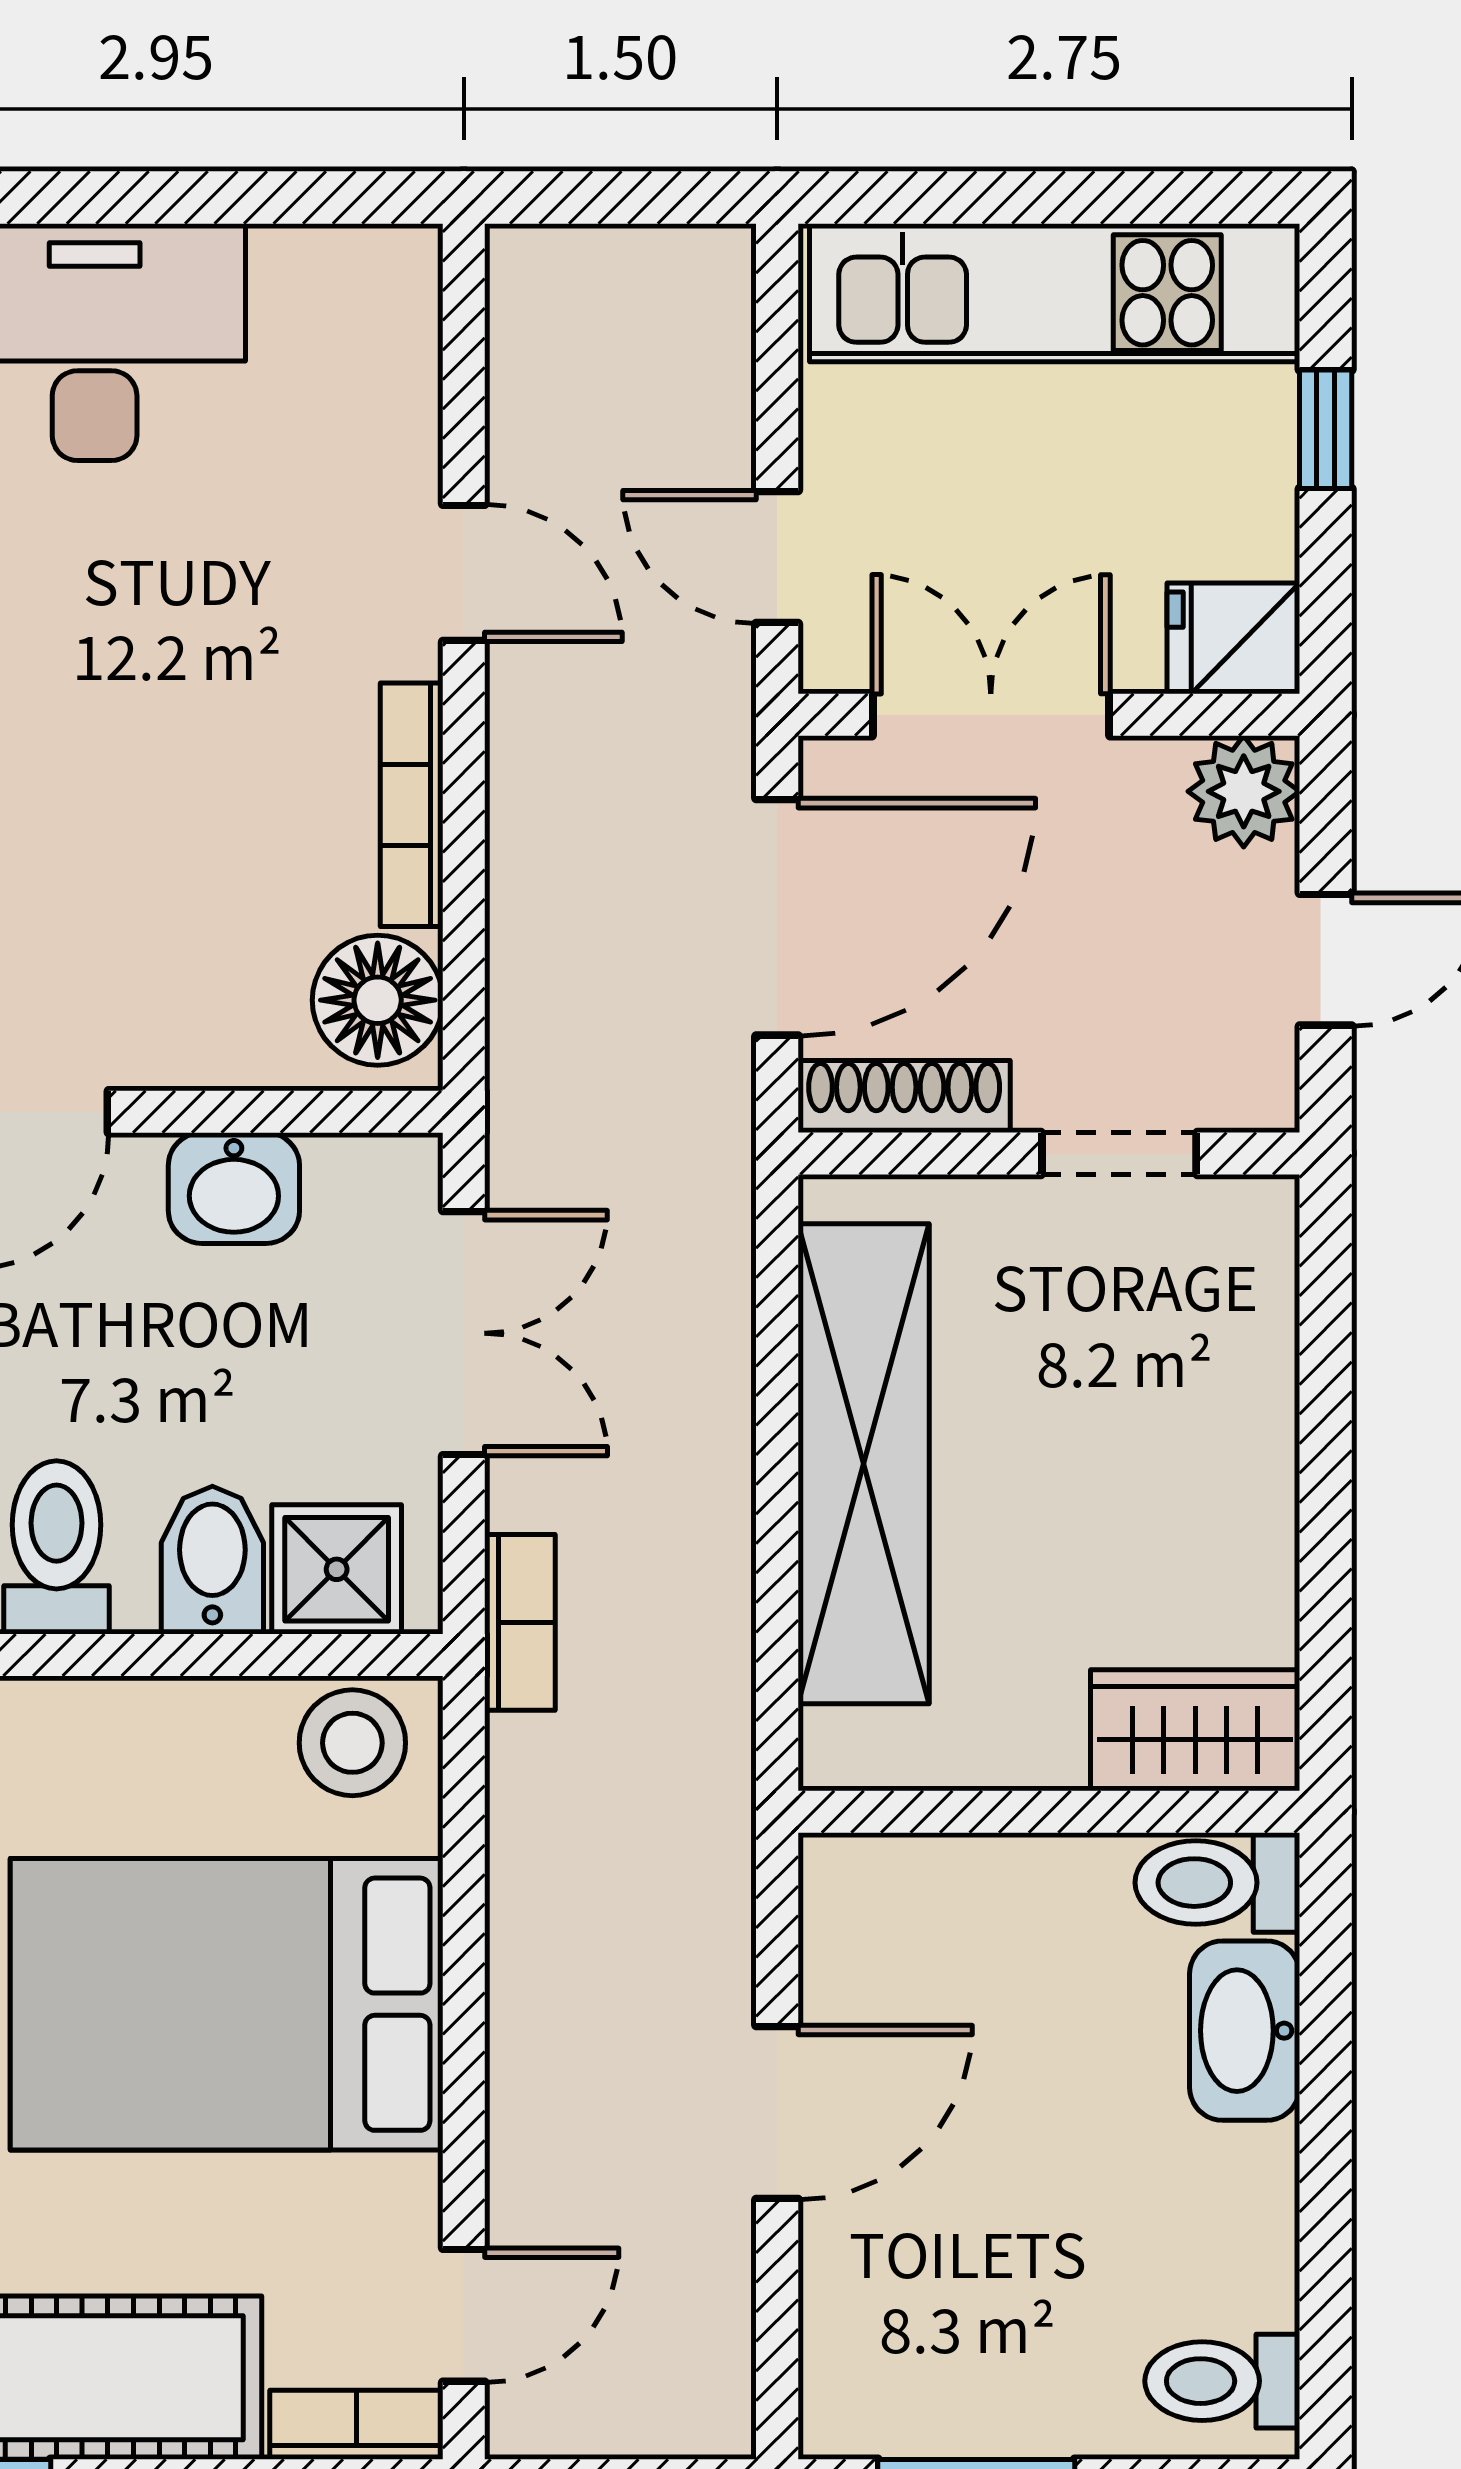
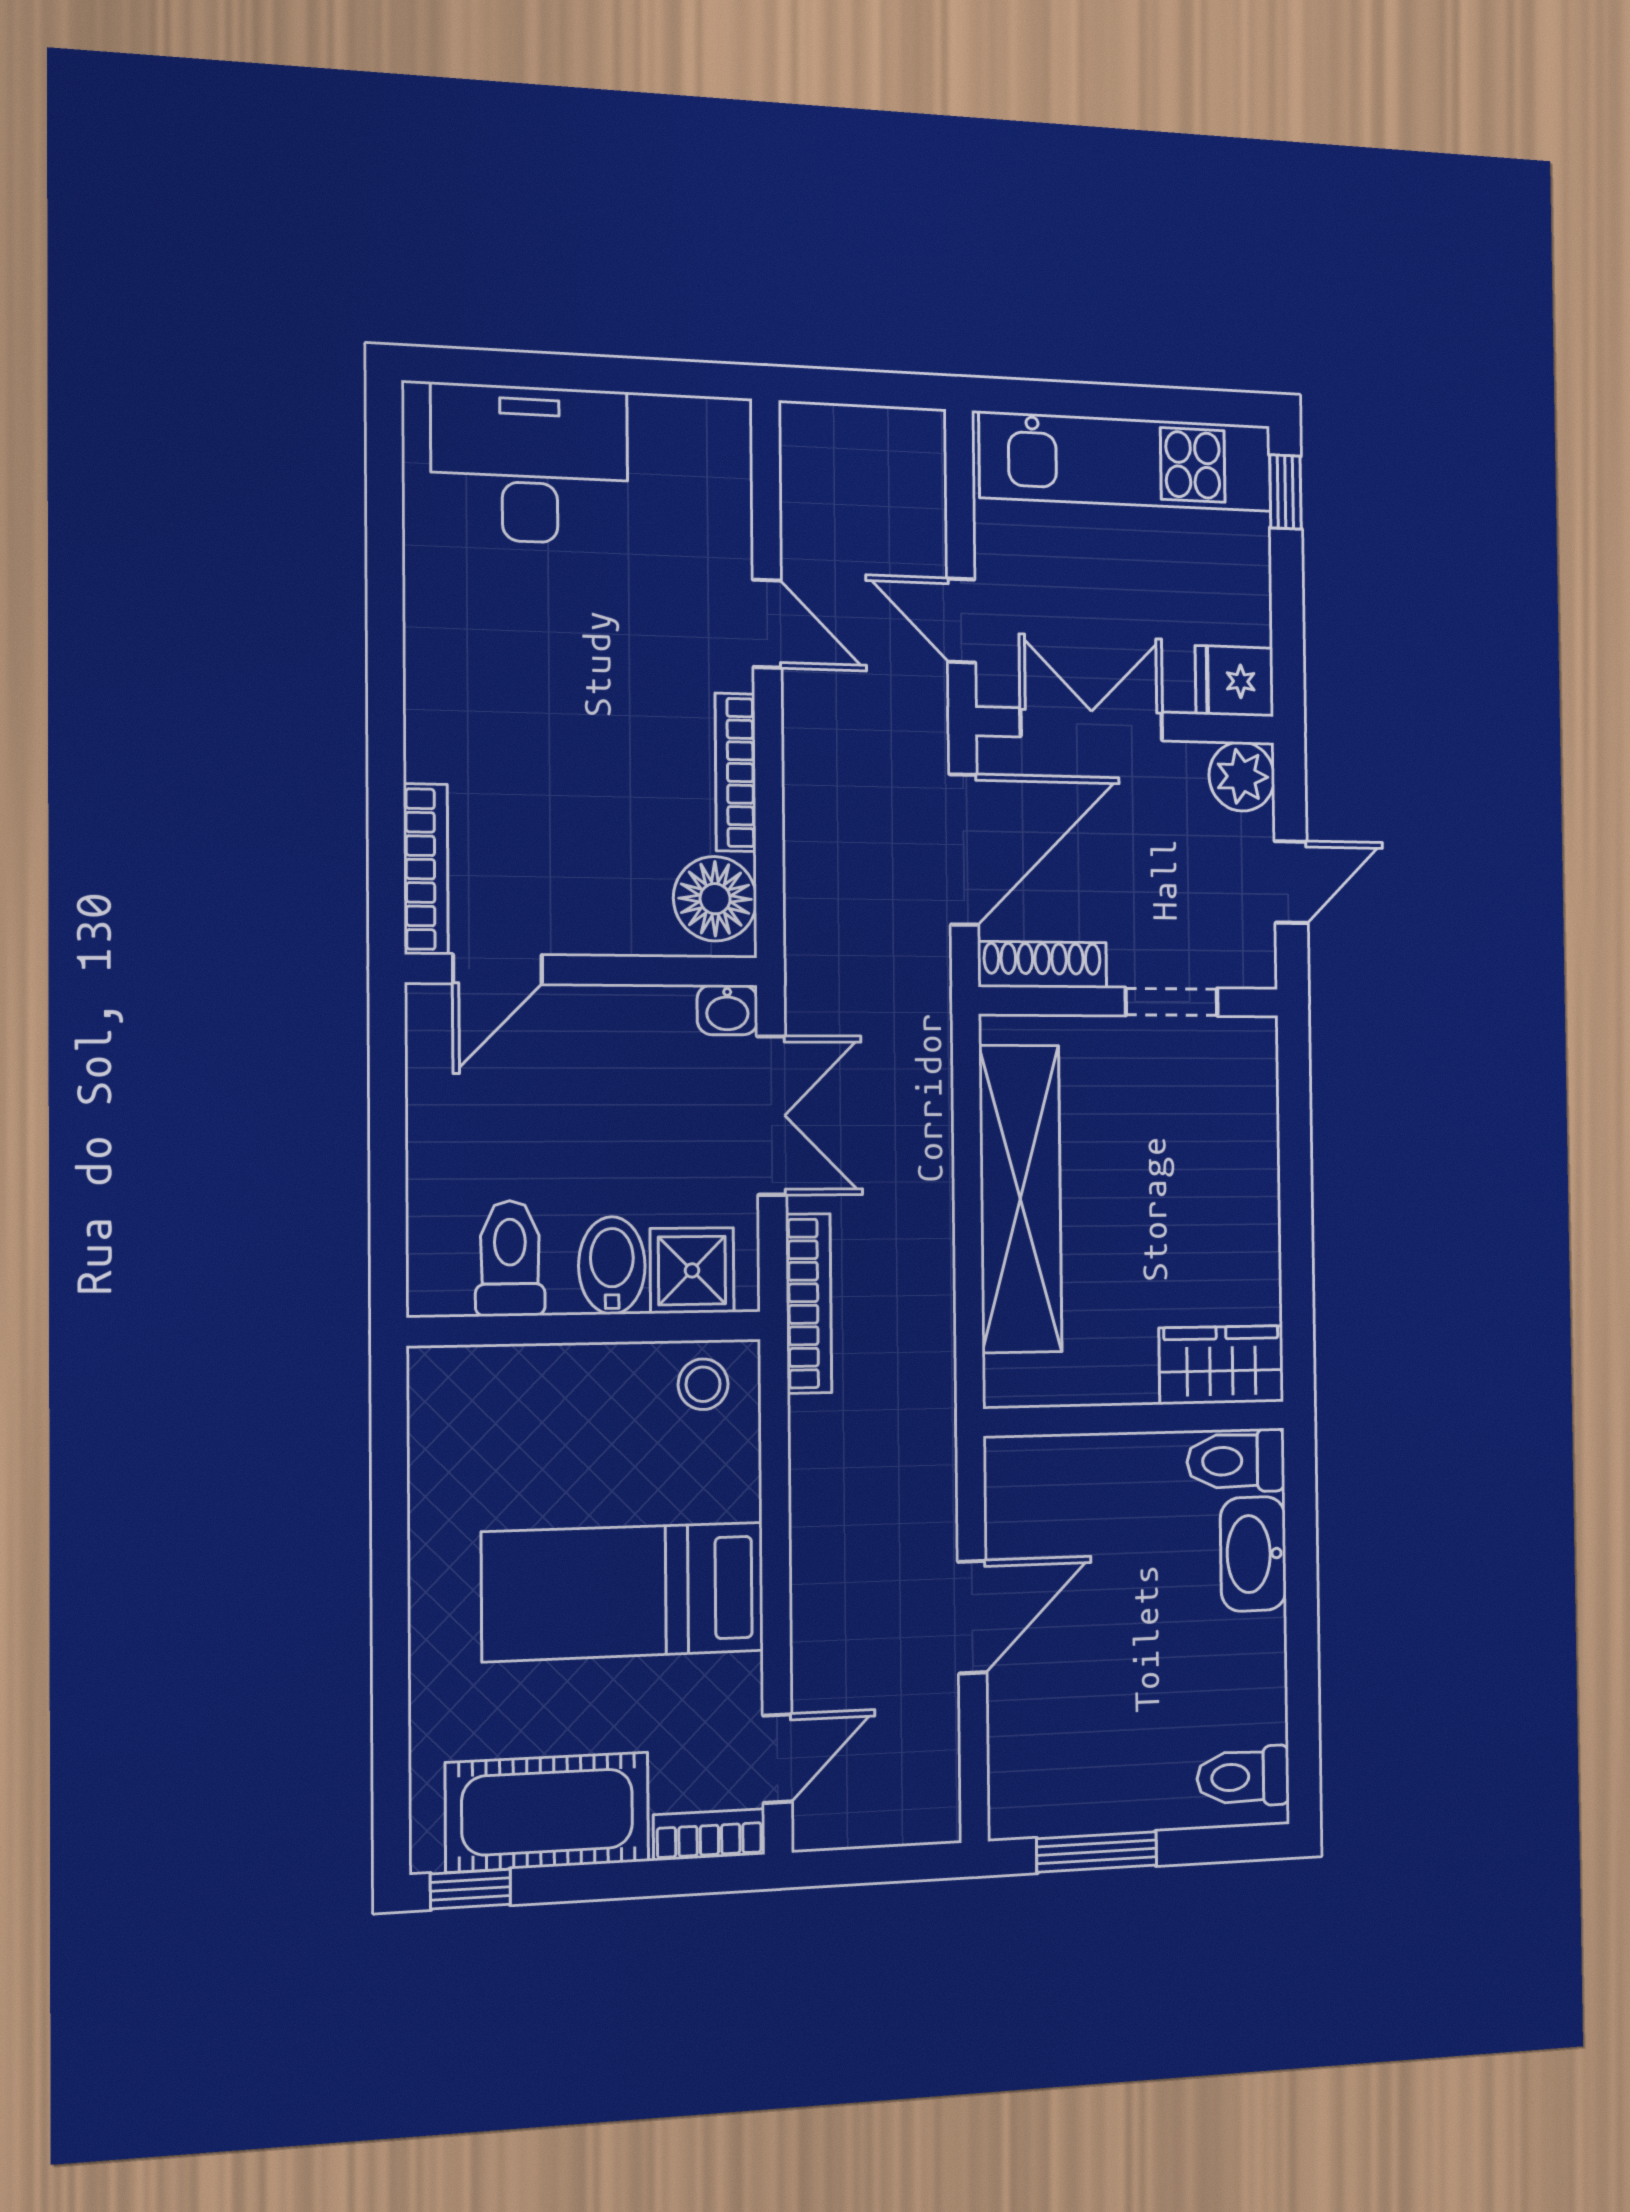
window: (1326, 429) -> (1285, 492), moved
washbasin: (234, 1188) -> (727, 1010), moved, width x0.72, depth x0.69
bookcase: (520, 1622) -> (809, 1303), width x1.56
stool: (352, 1743) -> (703, 1384), width x0.73, depth x0.73
bed: (227, 2004) -> (624, 1592), width x0.67

